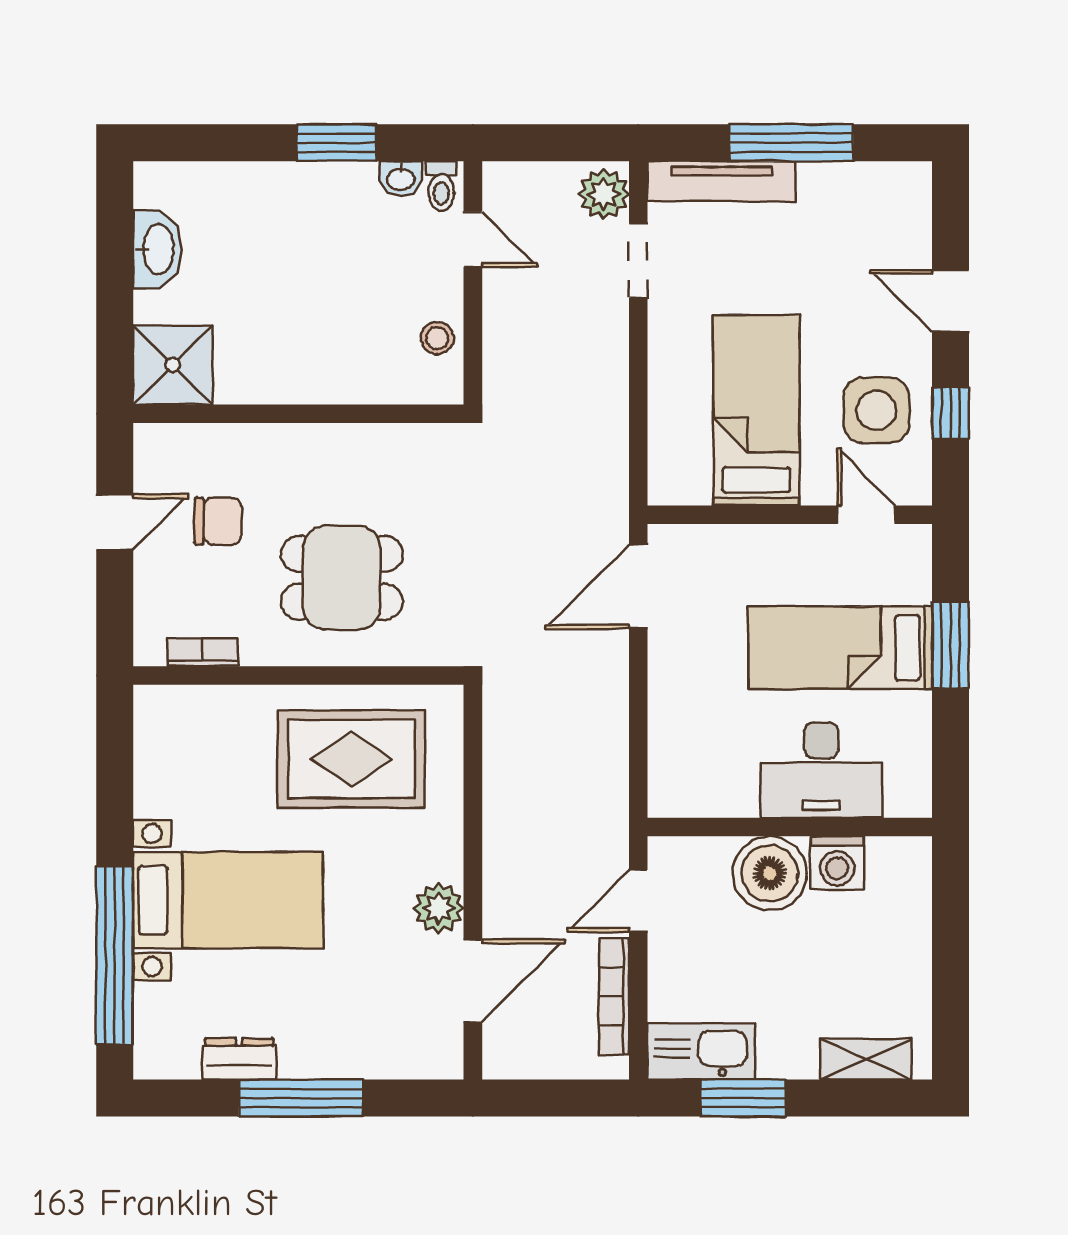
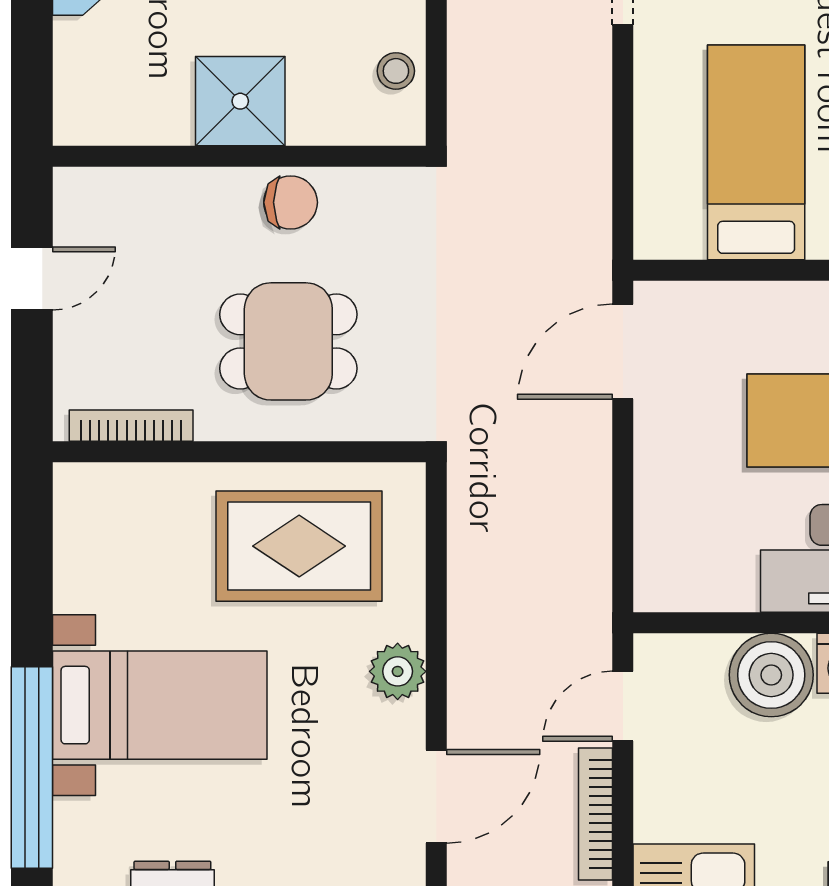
shower: (173, 365) -> (240, 101), moved
chair: (218, 521) -> (291, 202), moved
bookcase: (203, 652) -> (131, 426), width x1.56
plant: (439, 908) -> (398, 671), moved

